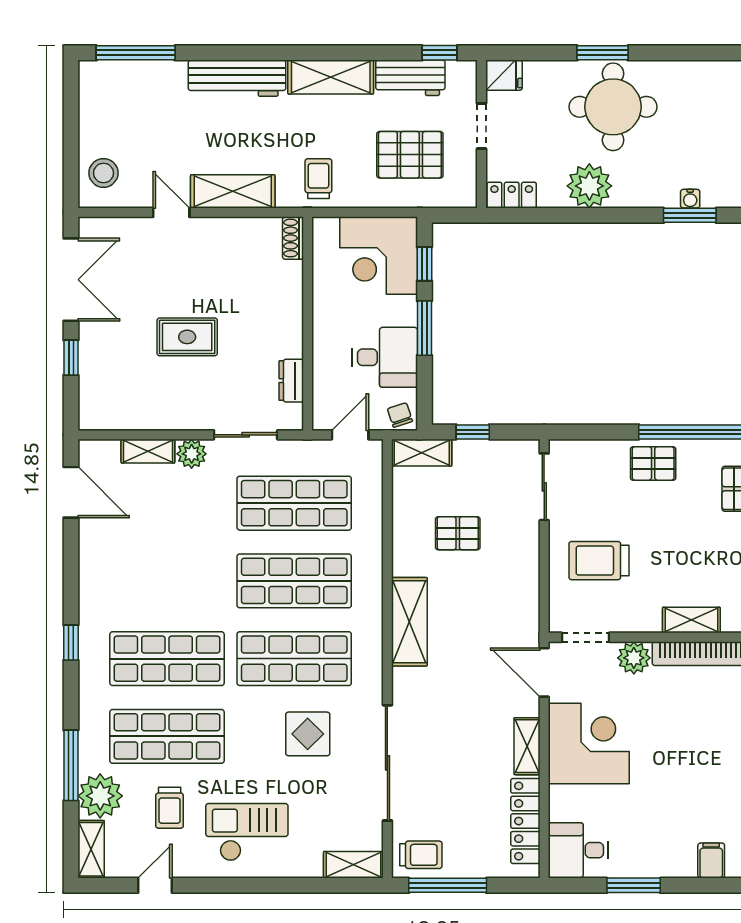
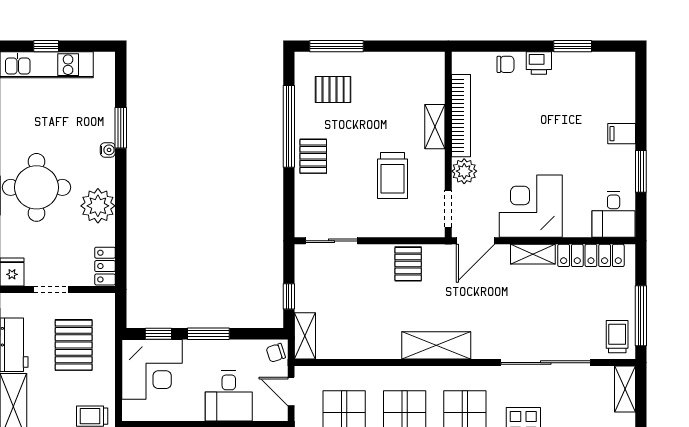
water cooler: (690, 199) -> (108, 150), moved
desk: (385, 357) -> (229, 396), moved, turned 180
pallet: (458, 533) -> (408, 264), moved
trolley: (599, 561) -> (393, 175), moved
filing cabinet: (711, 861) -> (622, 134), moved

